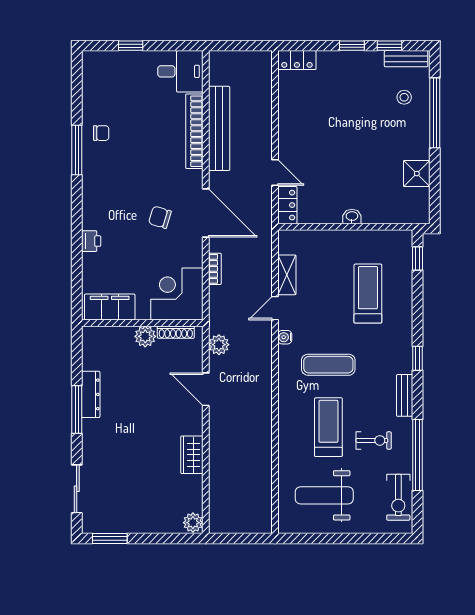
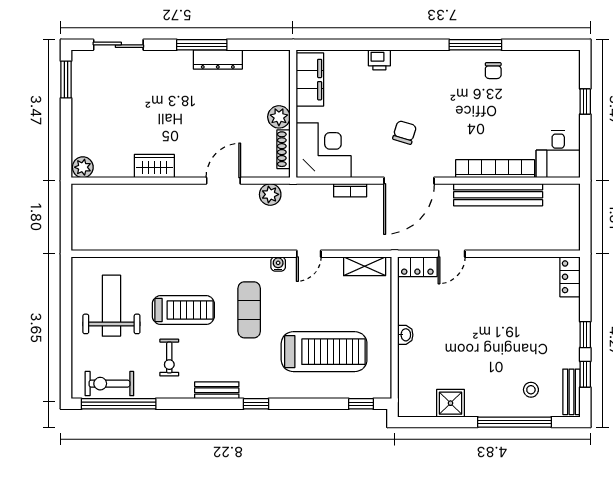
shelving: (287, 275) -> (365, 266), moved
treadmill: (368, 294) -> (324, 352), width x1.37, depth x1.38
door: (275, 308) -> (309, 254), swing flipped
window: (417, 455) -> (119, 404), moved

